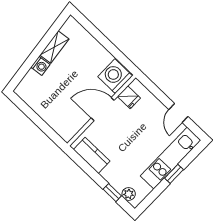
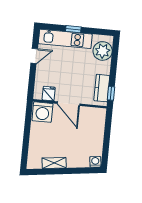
washing machine: (40, 66) -> (95, 162), moved
window: (112, 193) -> (111, 93), moved
plant: (129, 194) -> (103, 51), width x1.88, depth x1.88

